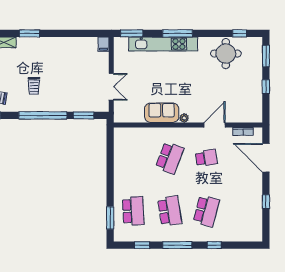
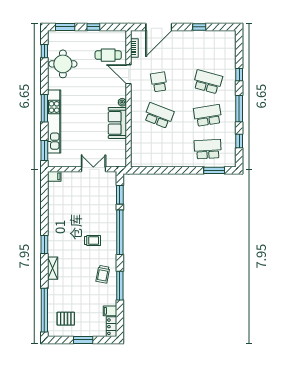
cafe table: (235, 103) -> (108, 55), added

